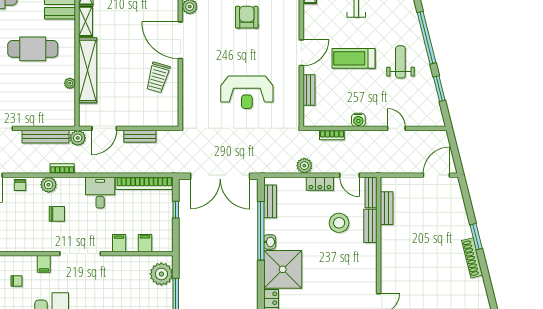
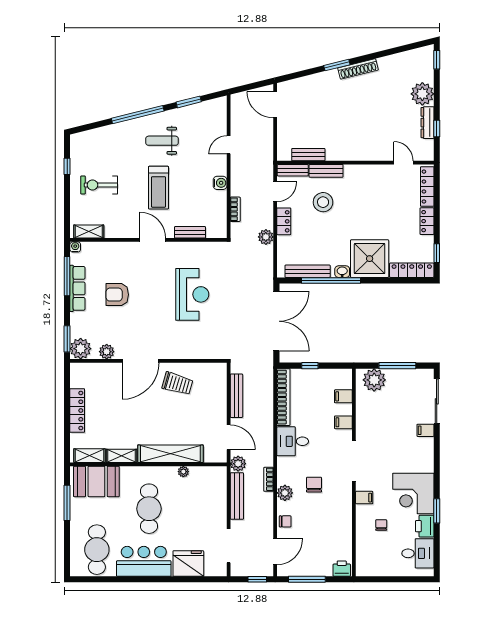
bench: (140, 136) -> (236, 396), width x1.36
bench: (270, 201) -> (308, 271), width x1.36

